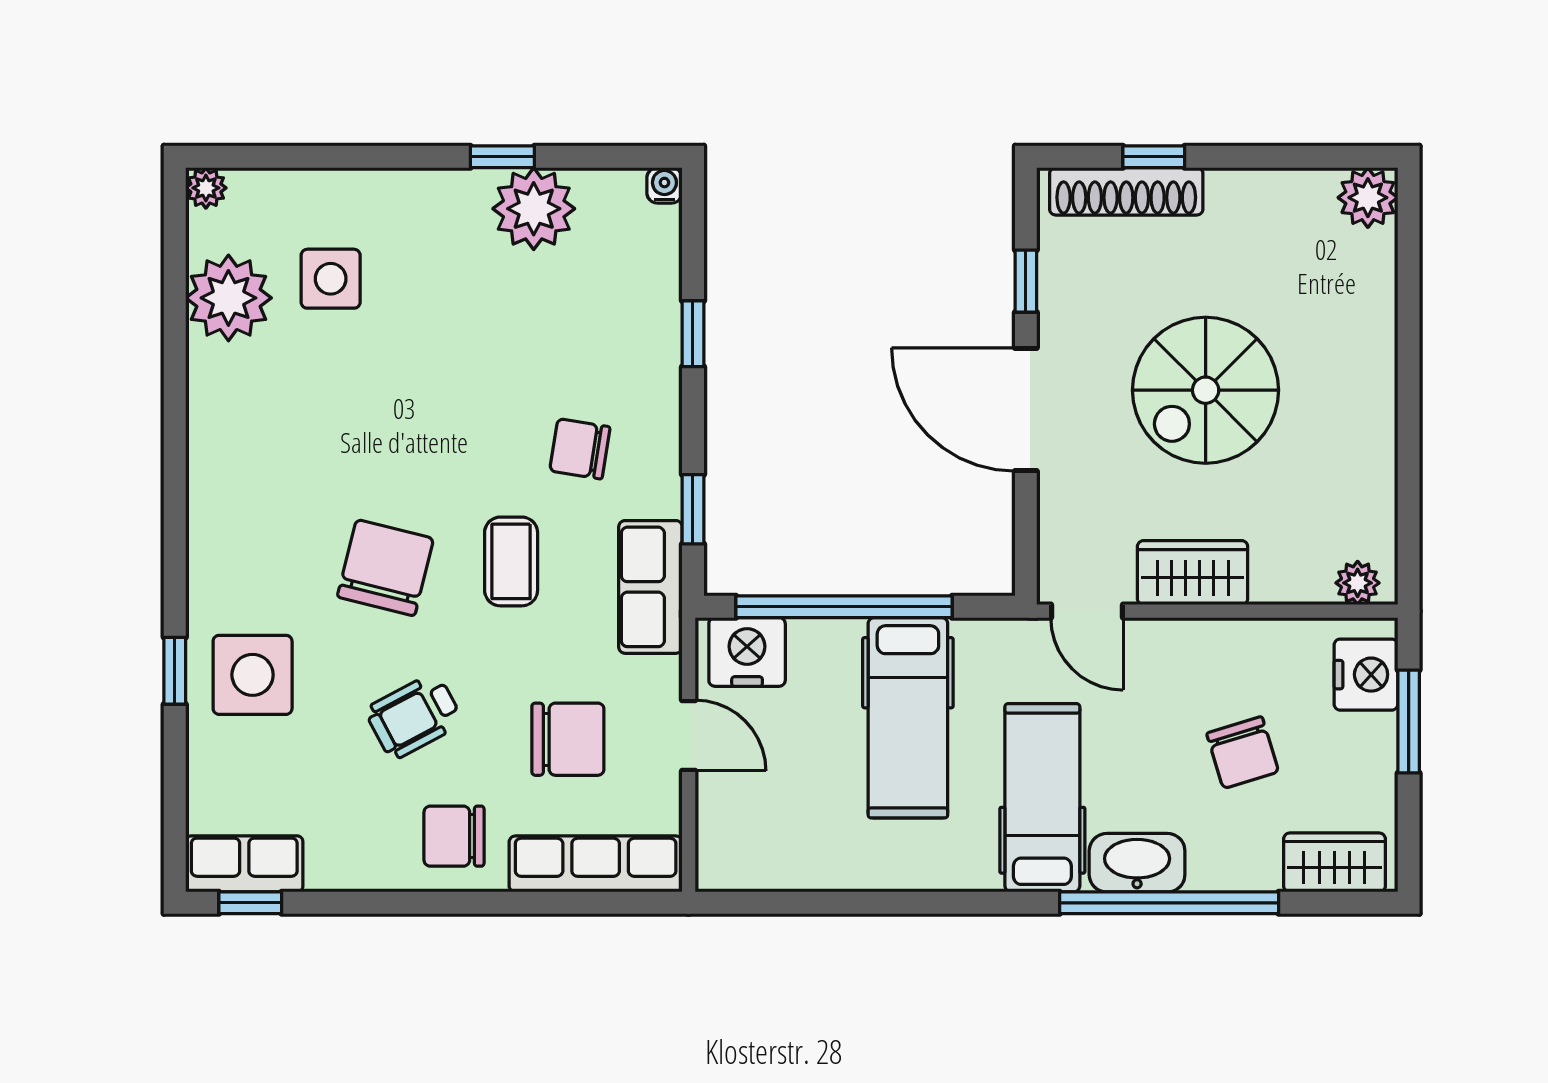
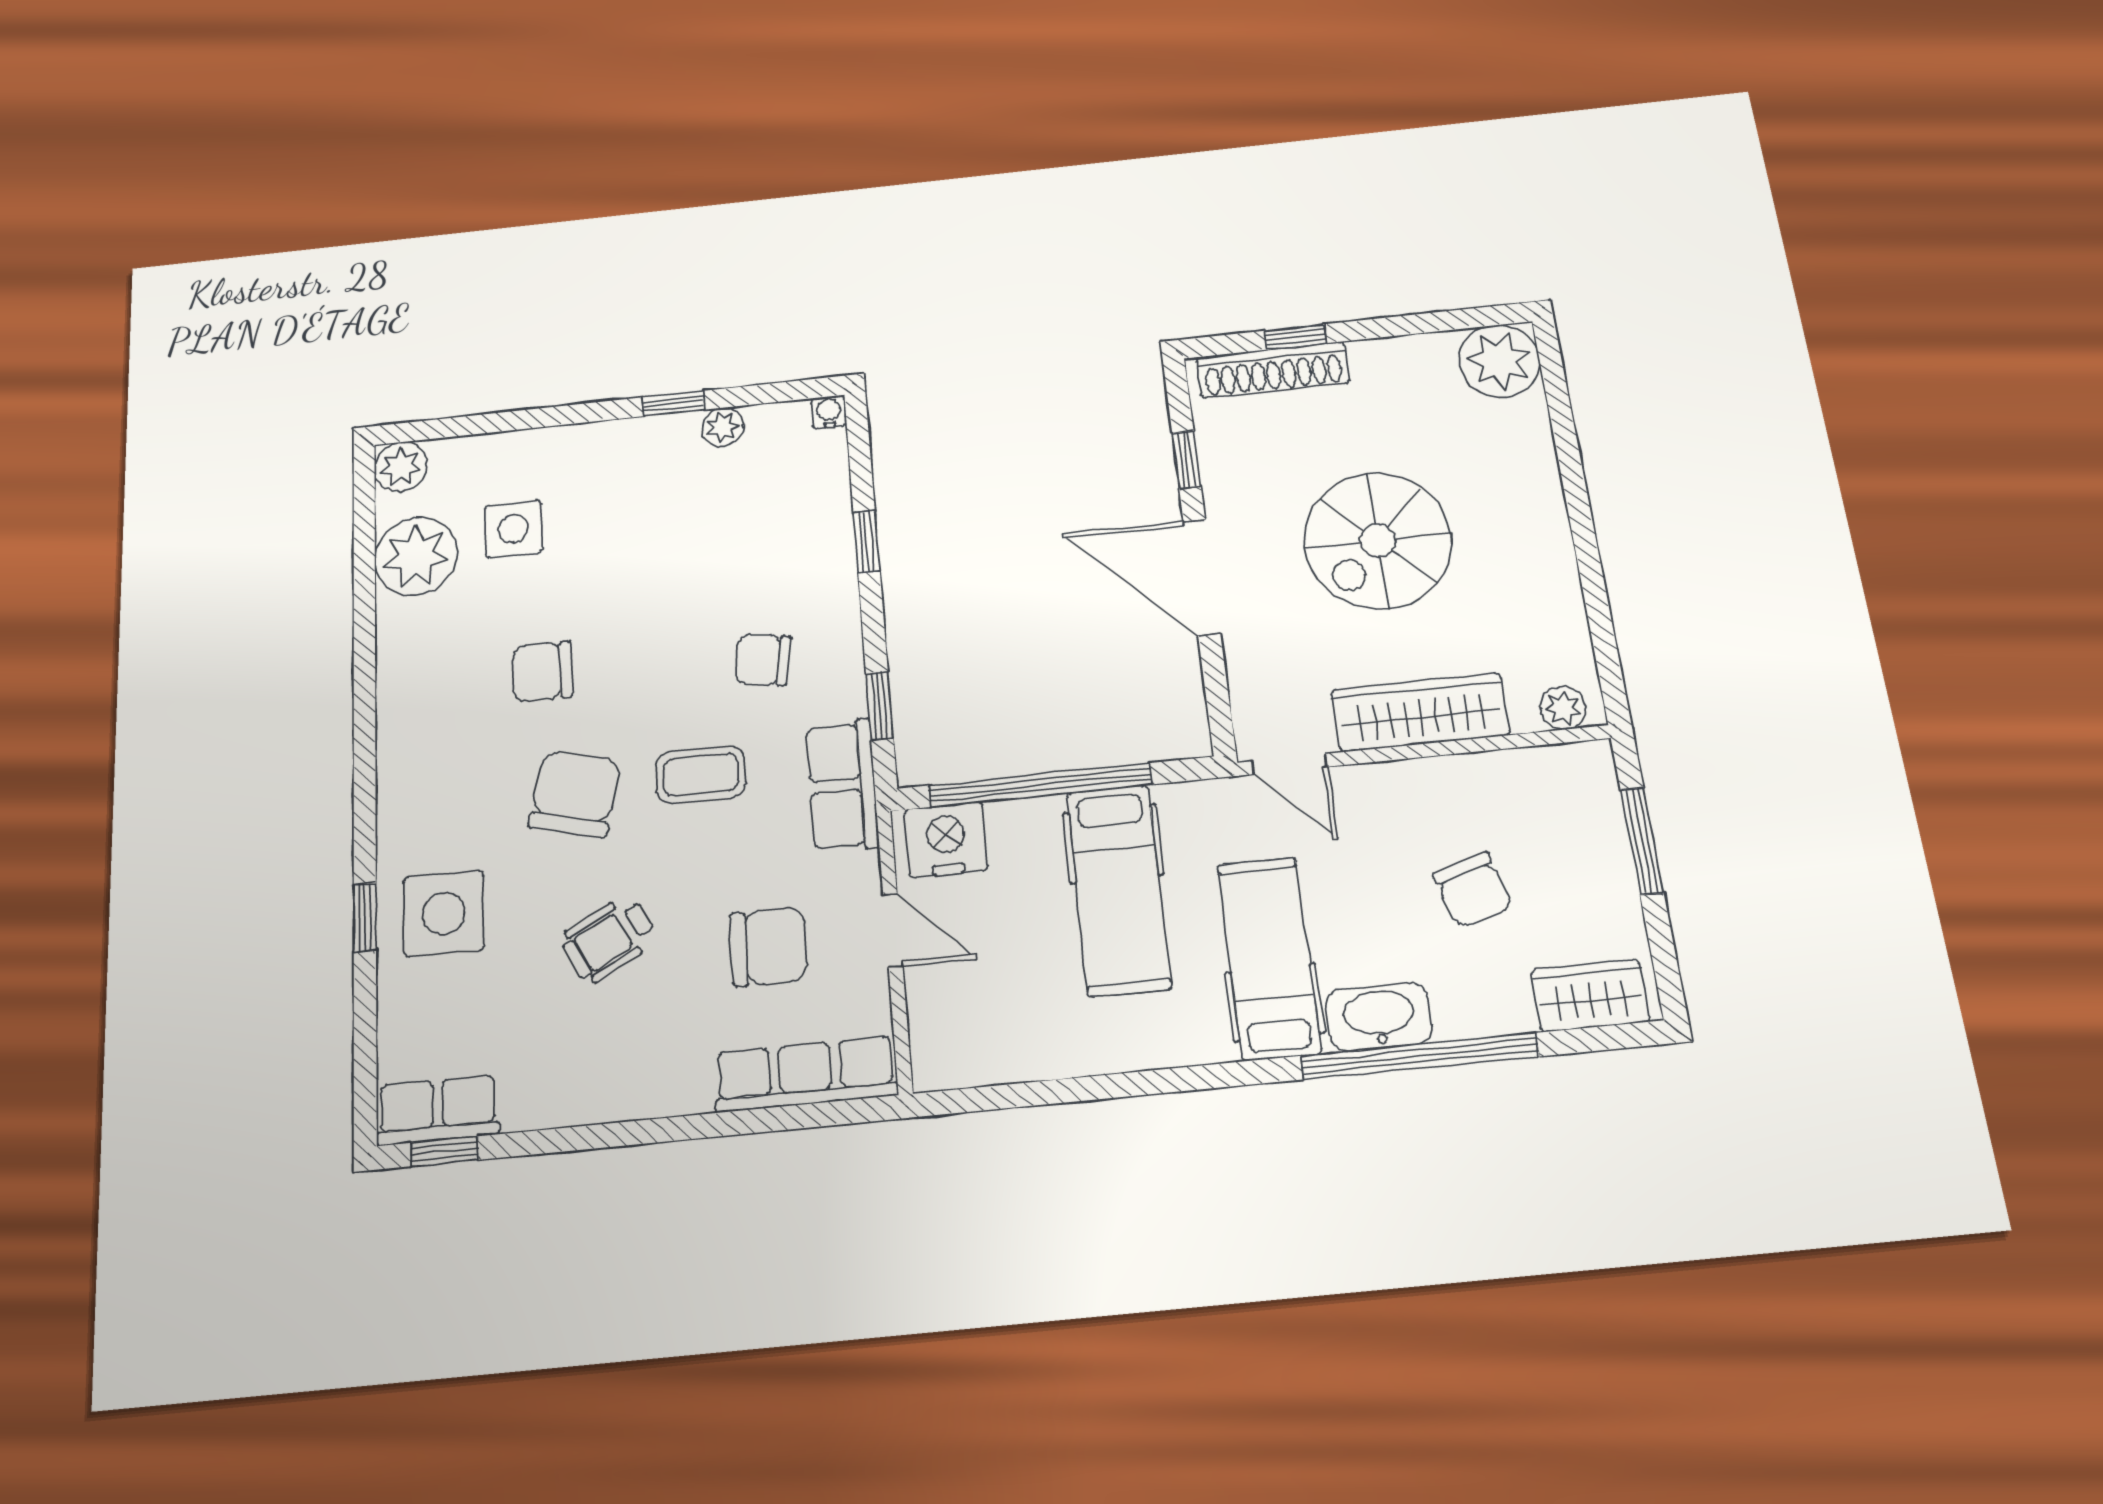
plant: (206, 188) -> (401, 467), width x1.38, depth x1.38
plant: (1368, 198) -> (1499, 361), width x1.36, depth x1.36
plant: (534, 209) -> (723, 427), width x0.53, depth x0.53
coffee table: (511, 561) -> (701, 775), turned 90
wardrobe: (1193, 573) -> (1420, 712), width x1.50
nightstand: (1366, 675) -> (1588, 798), removed
chair: (454, 836) -> (543, 672), moved

